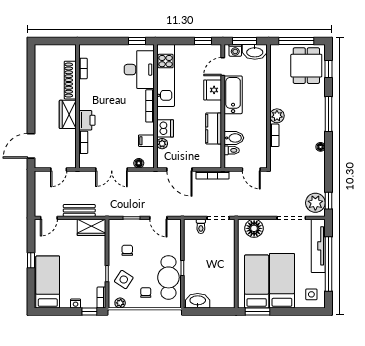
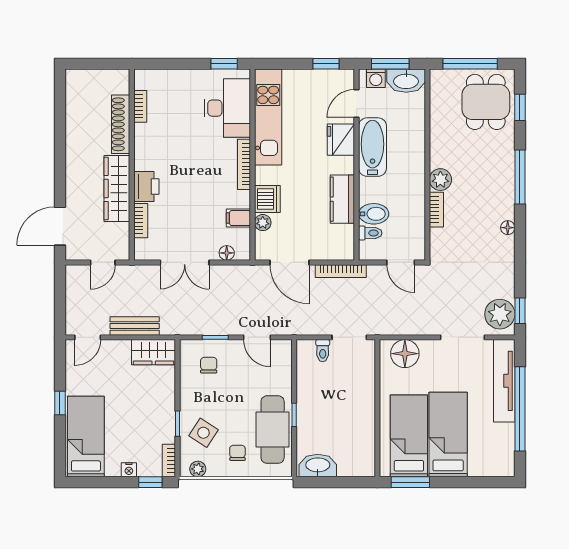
wardrobe: (68, 114) -> (117, 188), width x1.50
chair: (127, 250) -> (209, 365), moved
side table: (311, 294) -> (494, 456), removed

